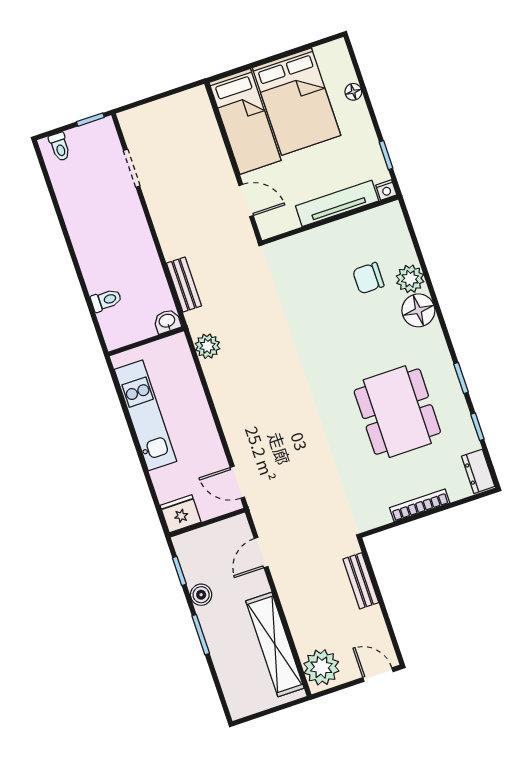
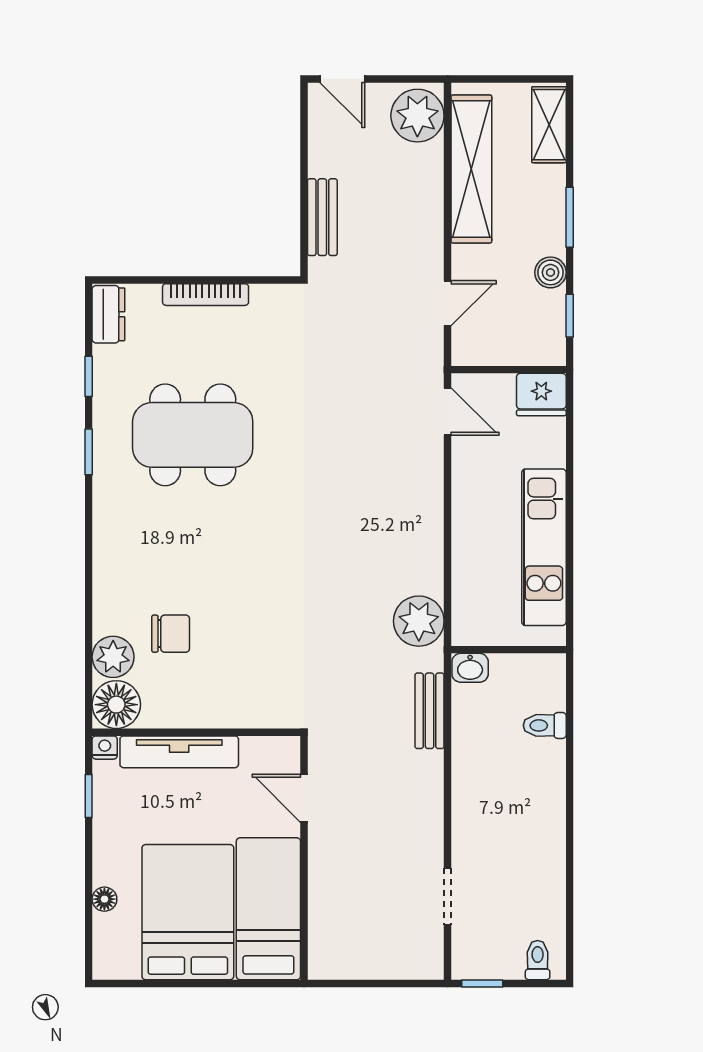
plant: (410, 279) -> (113, 657), moved
floor lamp: (418, 310) -> (116, 705), moved
plant: (208, 346) -> (419, 621), width x1.36, depth x1.36
dining table: (397, 412) -> (193, 435), turned 90
shelving: (234, 690) -> (549, 125), added

